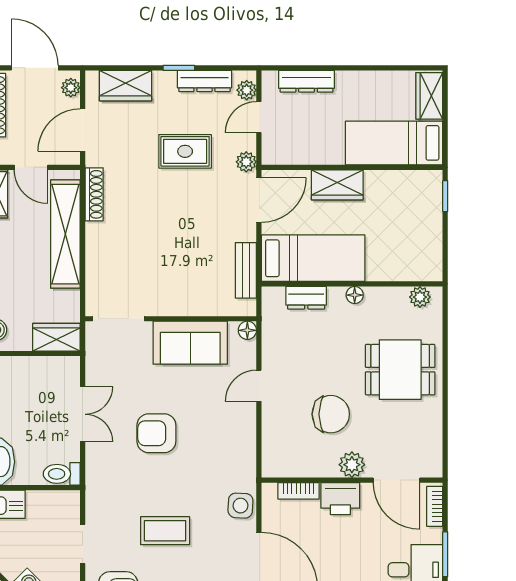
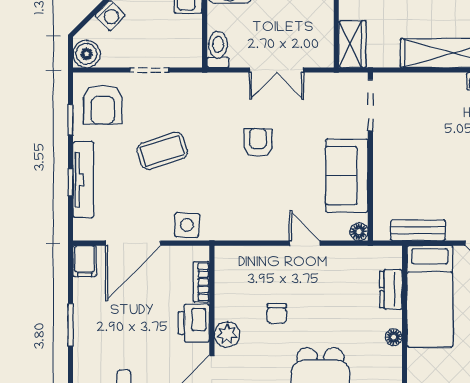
chair: (331, 414) -> (277, 314), width x0.54, depth x0.54
armchair: (156, 433) -> (258, 142), width x0.72, depth x0.72
coffee table: (165, 531) -> (162, 151), turned 72

